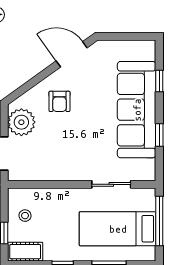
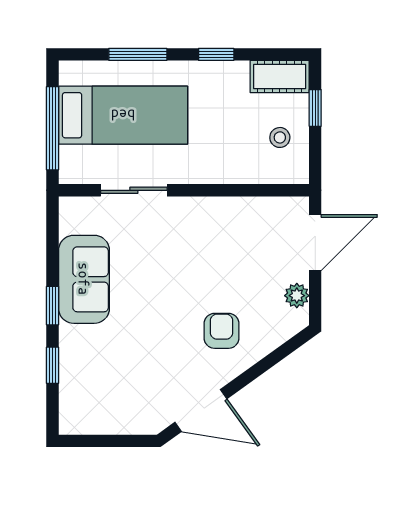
sofa: (137, 110) -> (84, 279), width x0.54, depth x0.79
plant: (21, 122) -> (297, 296), width x0.53, depth x0.53
window: (159, 135) -> (52, 306), moved

